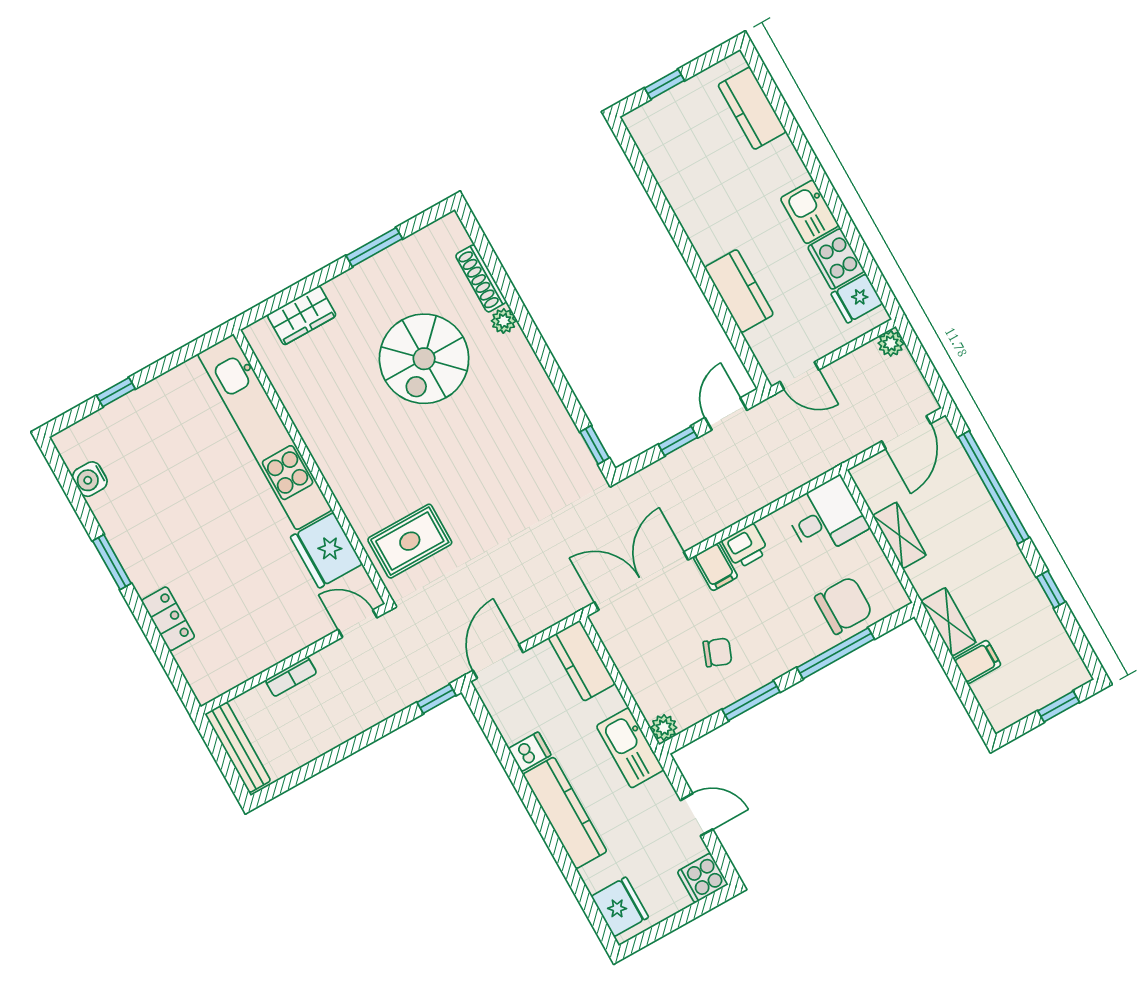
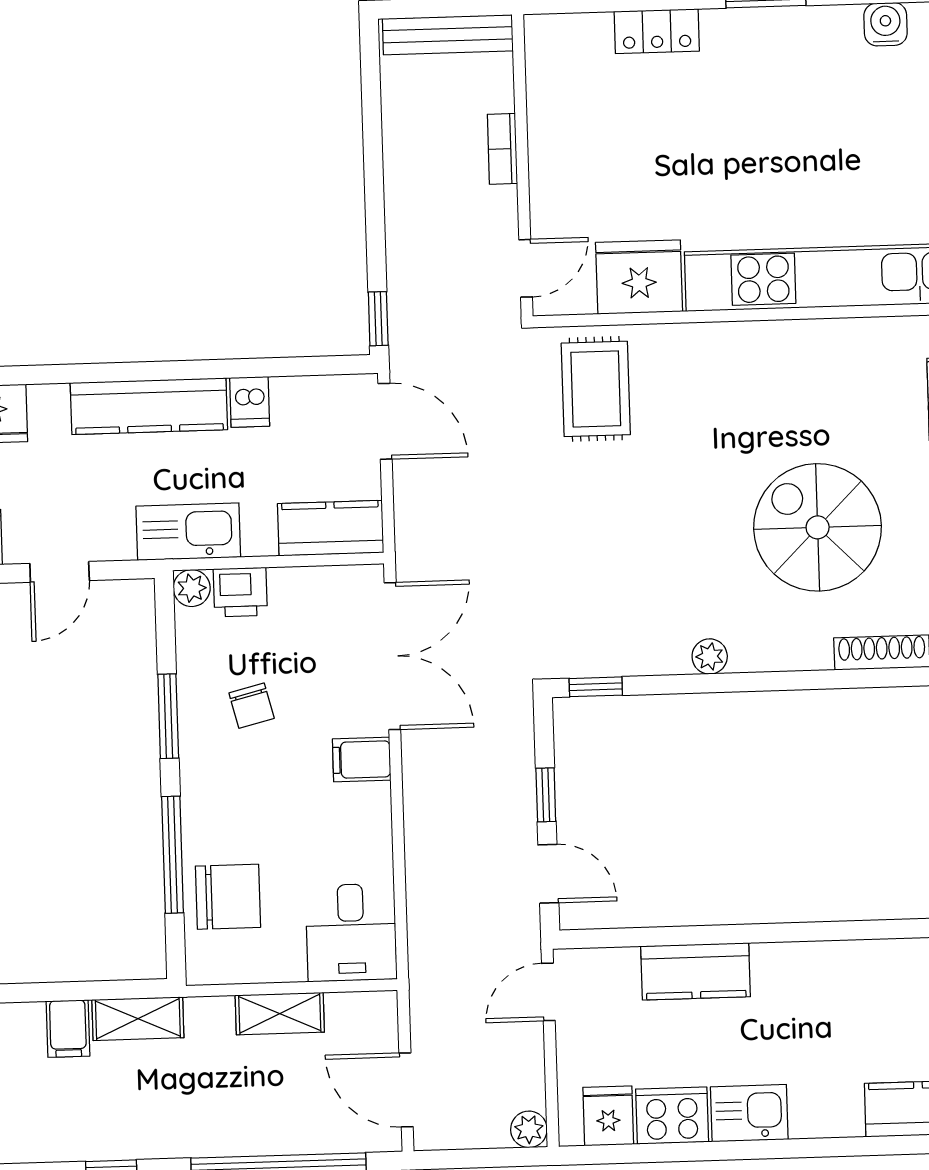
plant: (504, 321) -> (710, 656), moved
printer: (745, 546) -> (240, 592), moved, turned -90
chair: (844, 605) -> (228, 897), turned -90
chair: (717, 652) -> (252, 706), turned -35

